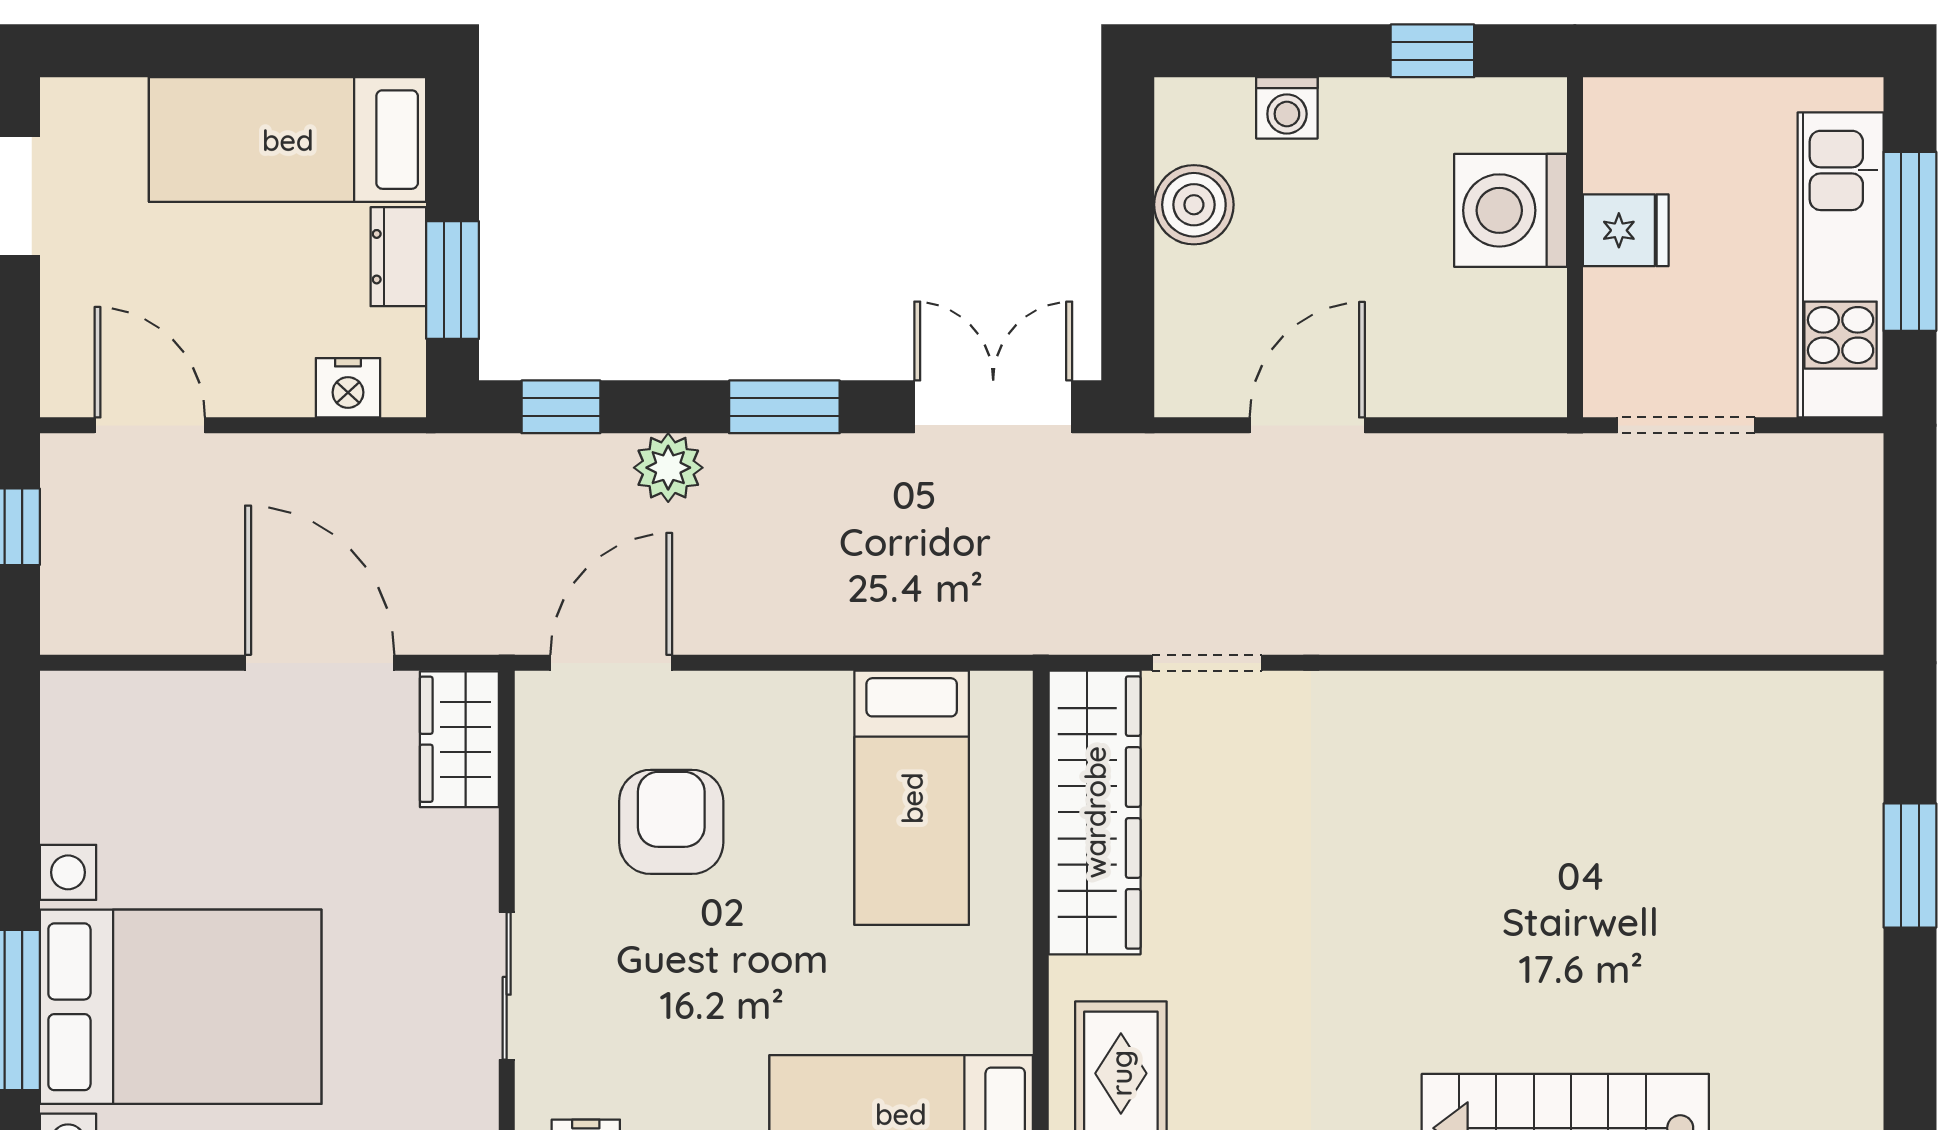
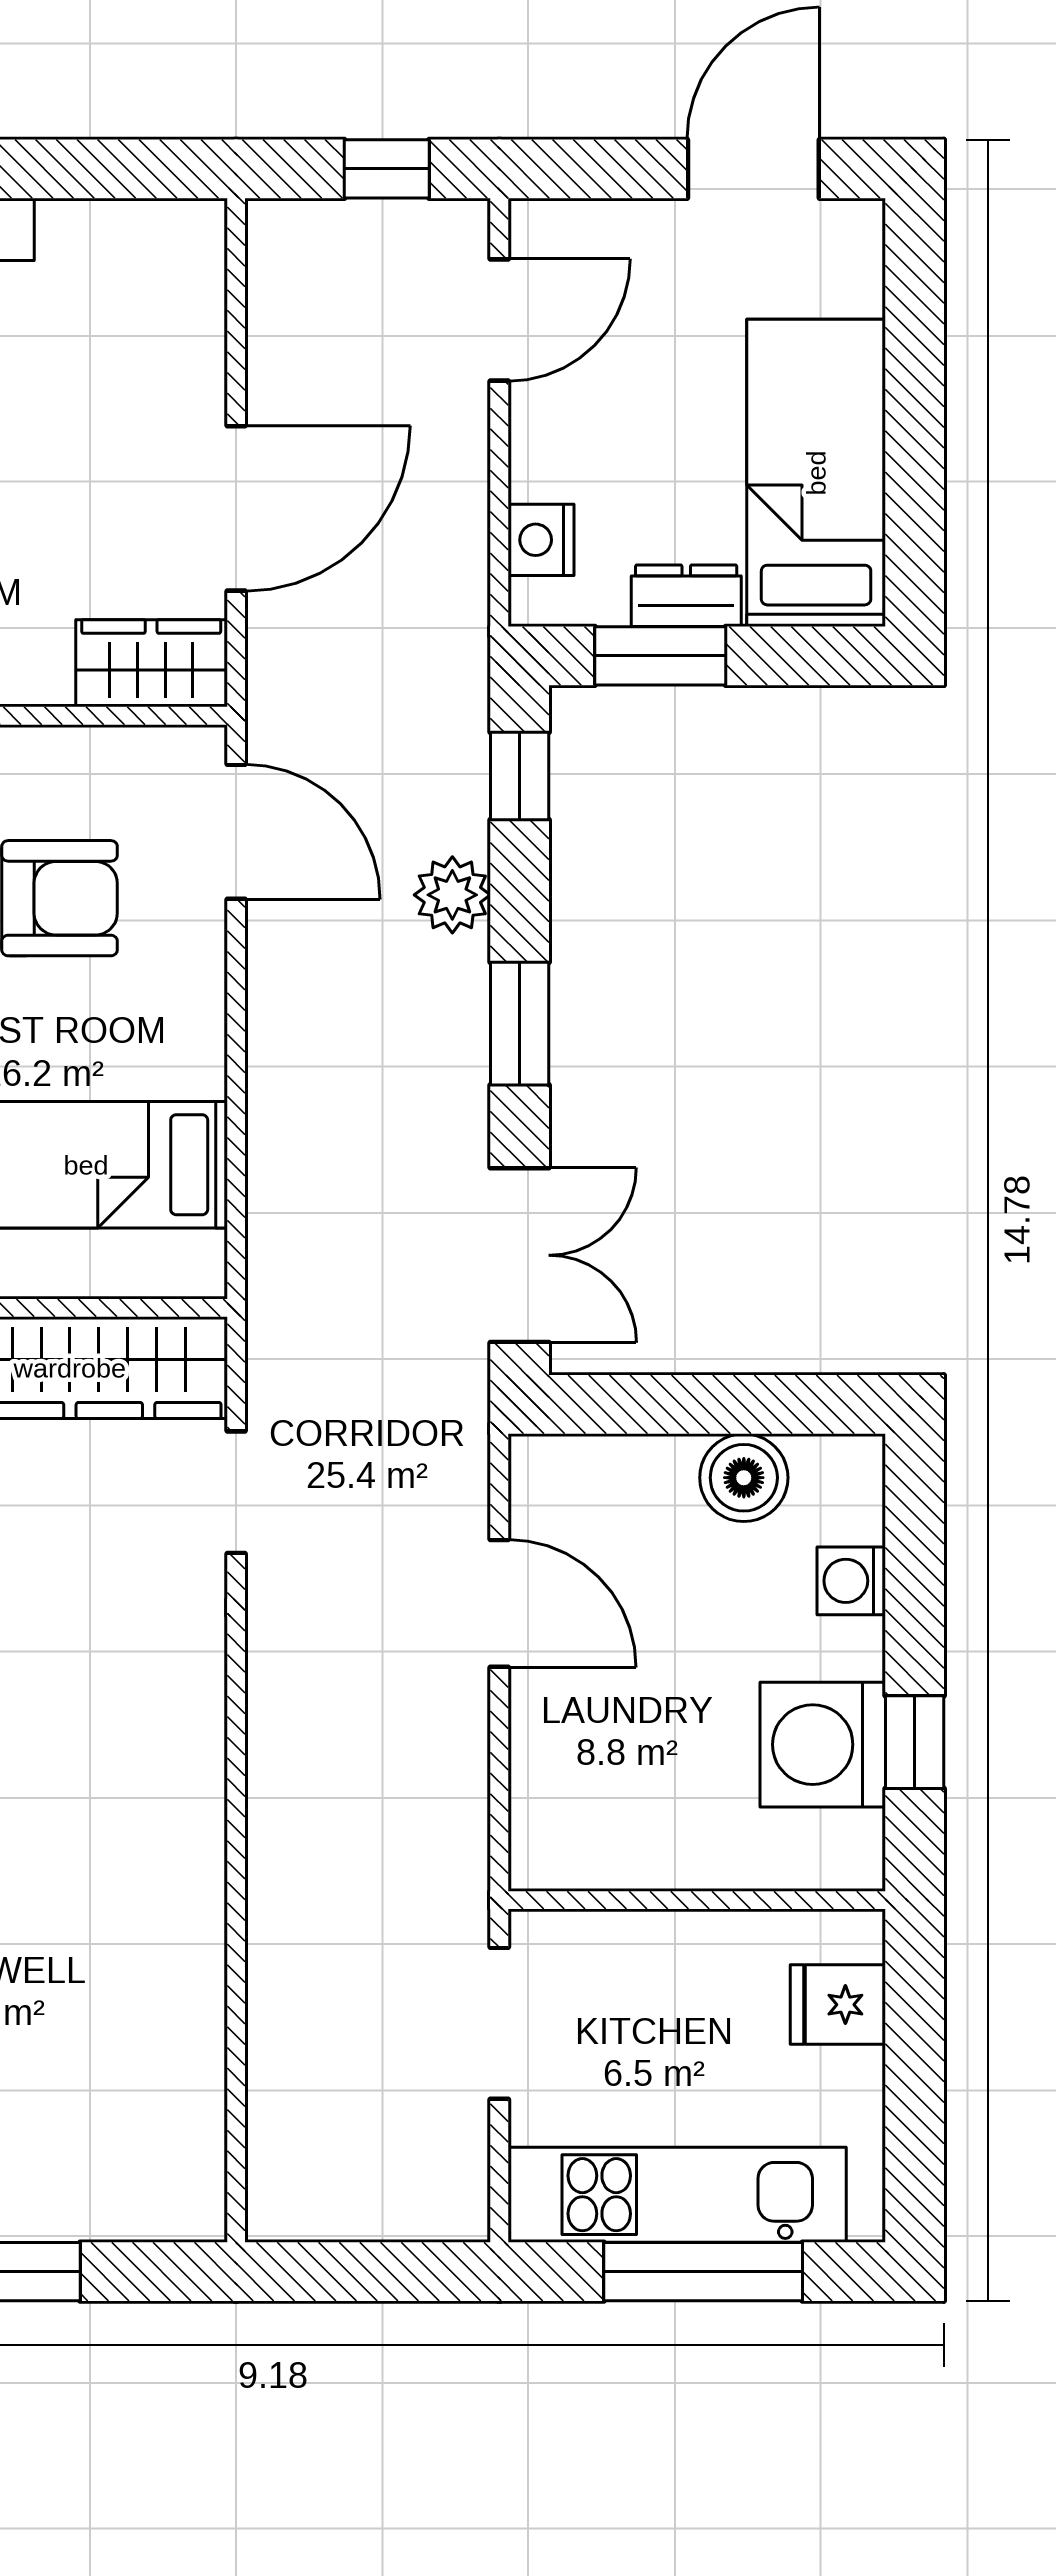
washing machine: (1511, 210) -> (823, 1745), moved, turned -90
fridge: (1626, 230) -> (838, 2005), moved, turned 90

